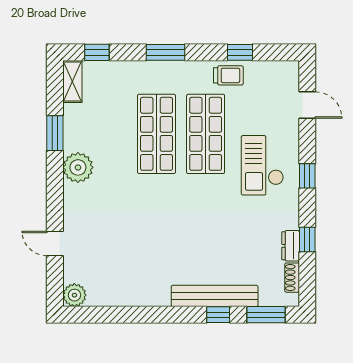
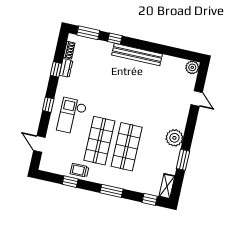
checkout: (262, 165) -> (72, 116), turned 180
bench: (215, 296) -> (137, 55), moved

